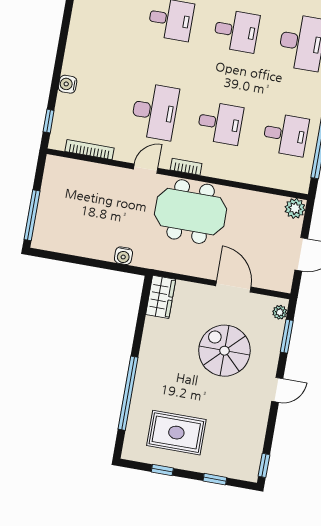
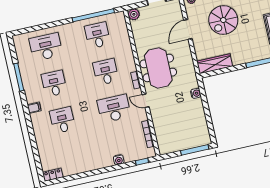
wardrobe: (161, 297) -> (215, 64), width x1.50

